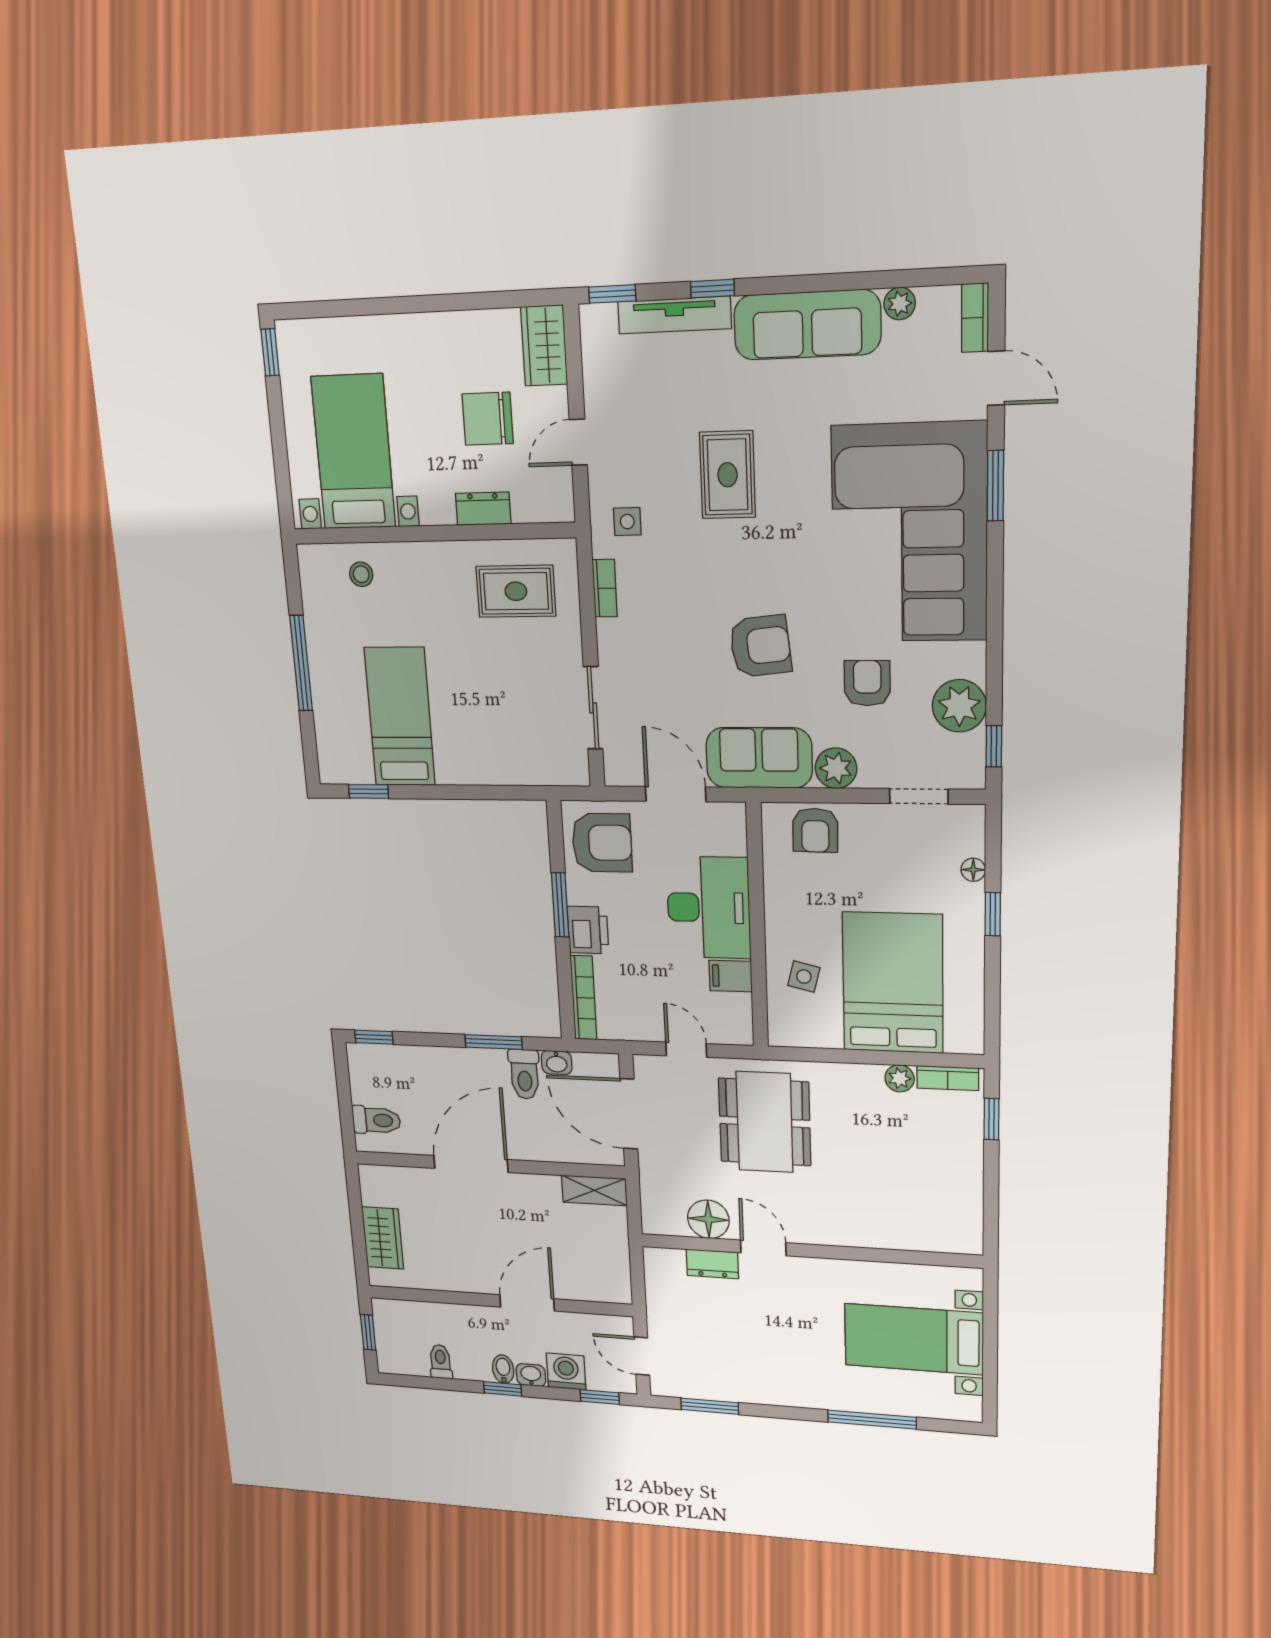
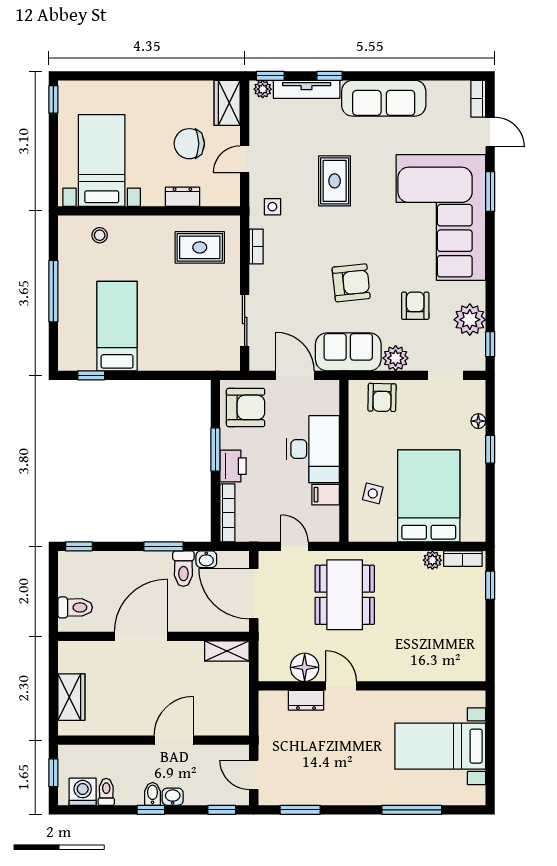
plant: (900, 304) -> (263, 89), moved
washing machine: (566, 1372) -> (83, 792), moved

